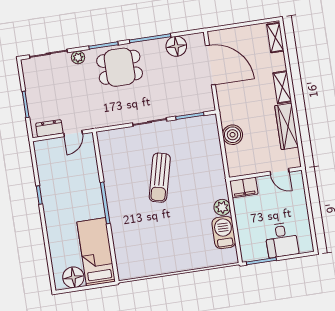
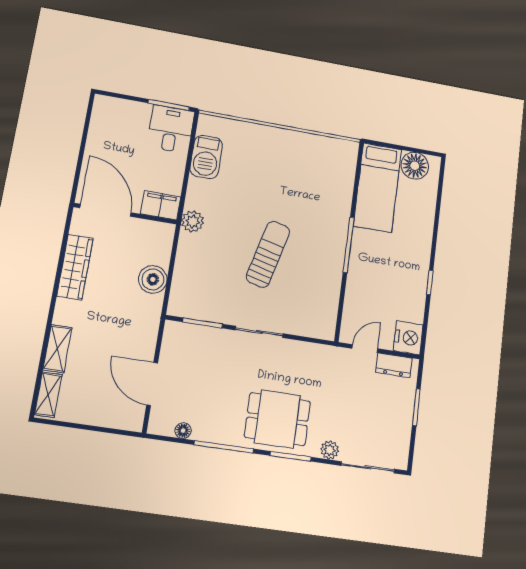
floor lamp: (176, 46) -> (183, 431), width x0.53, depth x0.53
door: (210, 65) -> (152, 384), width x0.73
shelving: (282, 87) -> (57, 349), moved
nightstand: (44, 151) -> (408, 338), added
door: (280, 172) -> (106, 210), width x1.88
plant: (222, 207) -> (193, 221), moved
desk: (282, 240) -> (171, 129), moved

